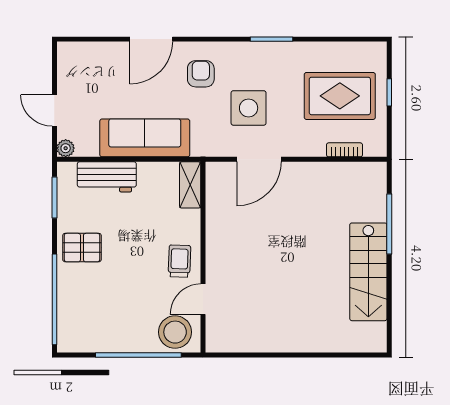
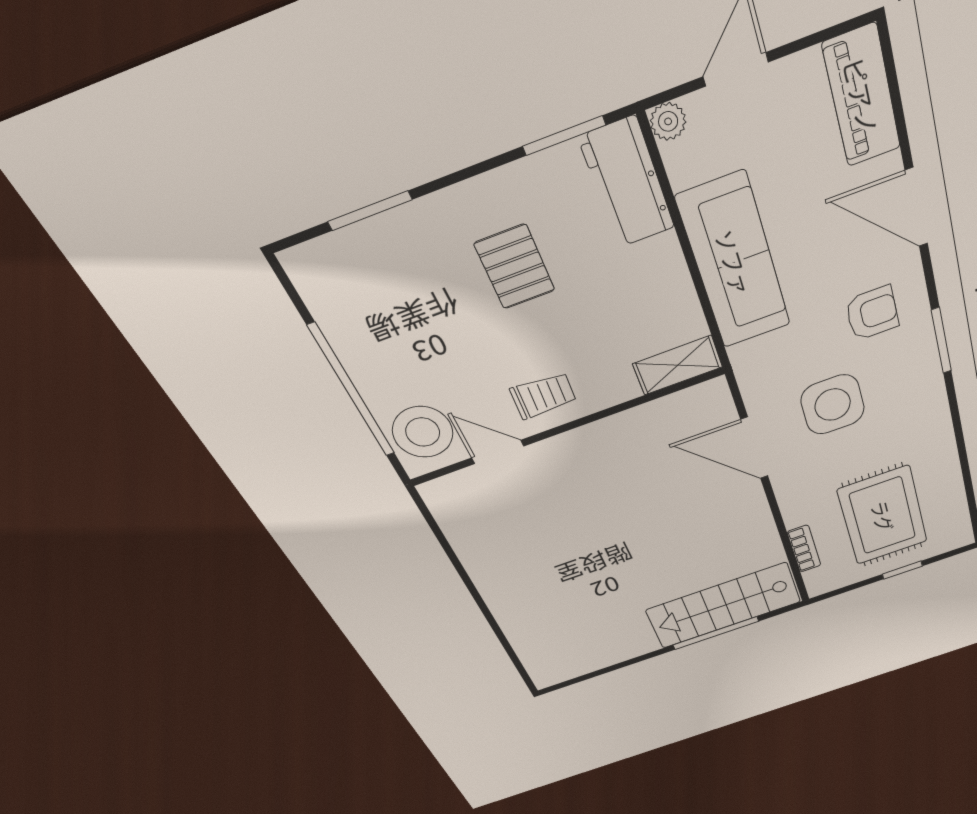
window: (271, 39) -> (941, 341), moved
piano: (87, 55) -> (862, 96), added
workbench: (107, 177) -> (627, 183), moved
pallet: (82, 248) -> (515, 267), moved
stairs: (368, 272) -> (724, 606), moved
window: (54, 299) -> (370, 211), width x0.47

